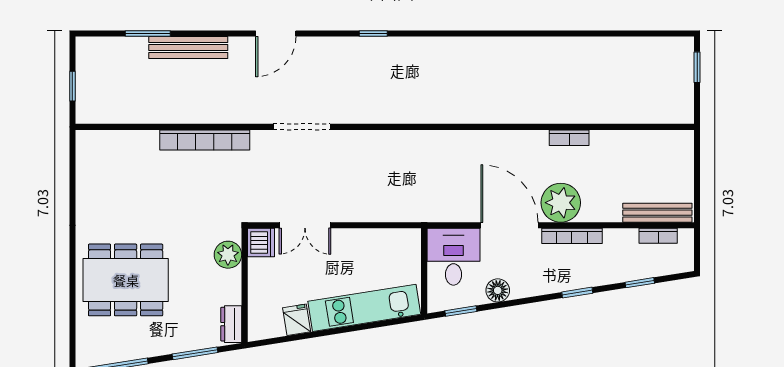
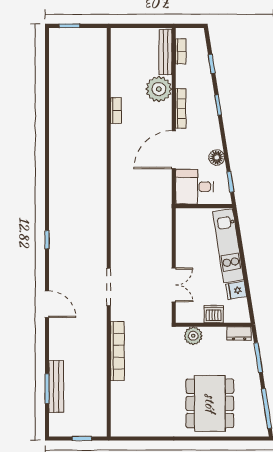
bench: (188, 47) -> (56, 387), moved
plant: (561, 203) -> (159, 89), moved
dishwasher: (261, 243) -> (214, 314), moved

